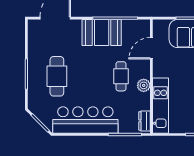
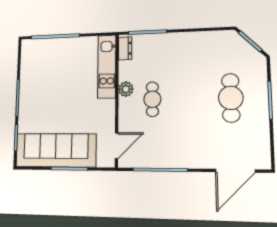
booth: (102, 32) -> (176, 152), removed
door: (151, 48) -> (117, 146), moved
bar counter: (85, 120) -> (194, 47), removed

